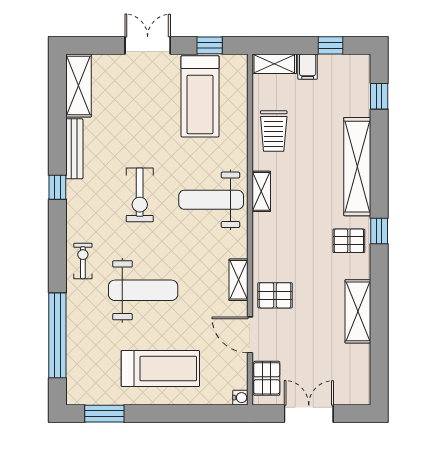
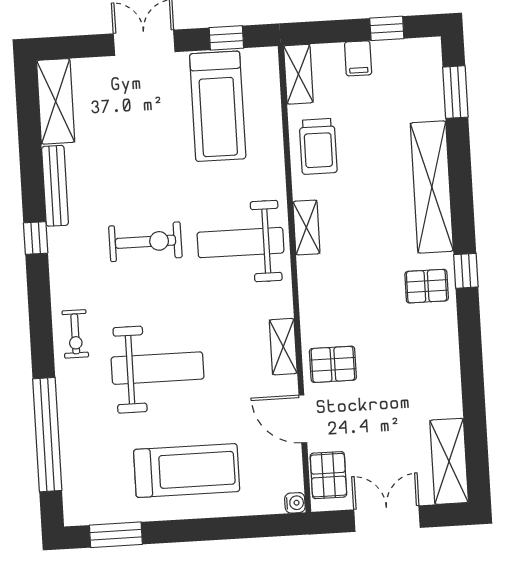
shelving: (274, 64) -> (298, 74), moved, turned 90
window: (379, 96) -> (455, 92), width x1.50
exercise bike: (140, 195) -> (145, 242), turned -90
exercise bike: (83, 261) -> (75, 334), turned 180
shelving: (358, 311) -> (449, 461), moved

